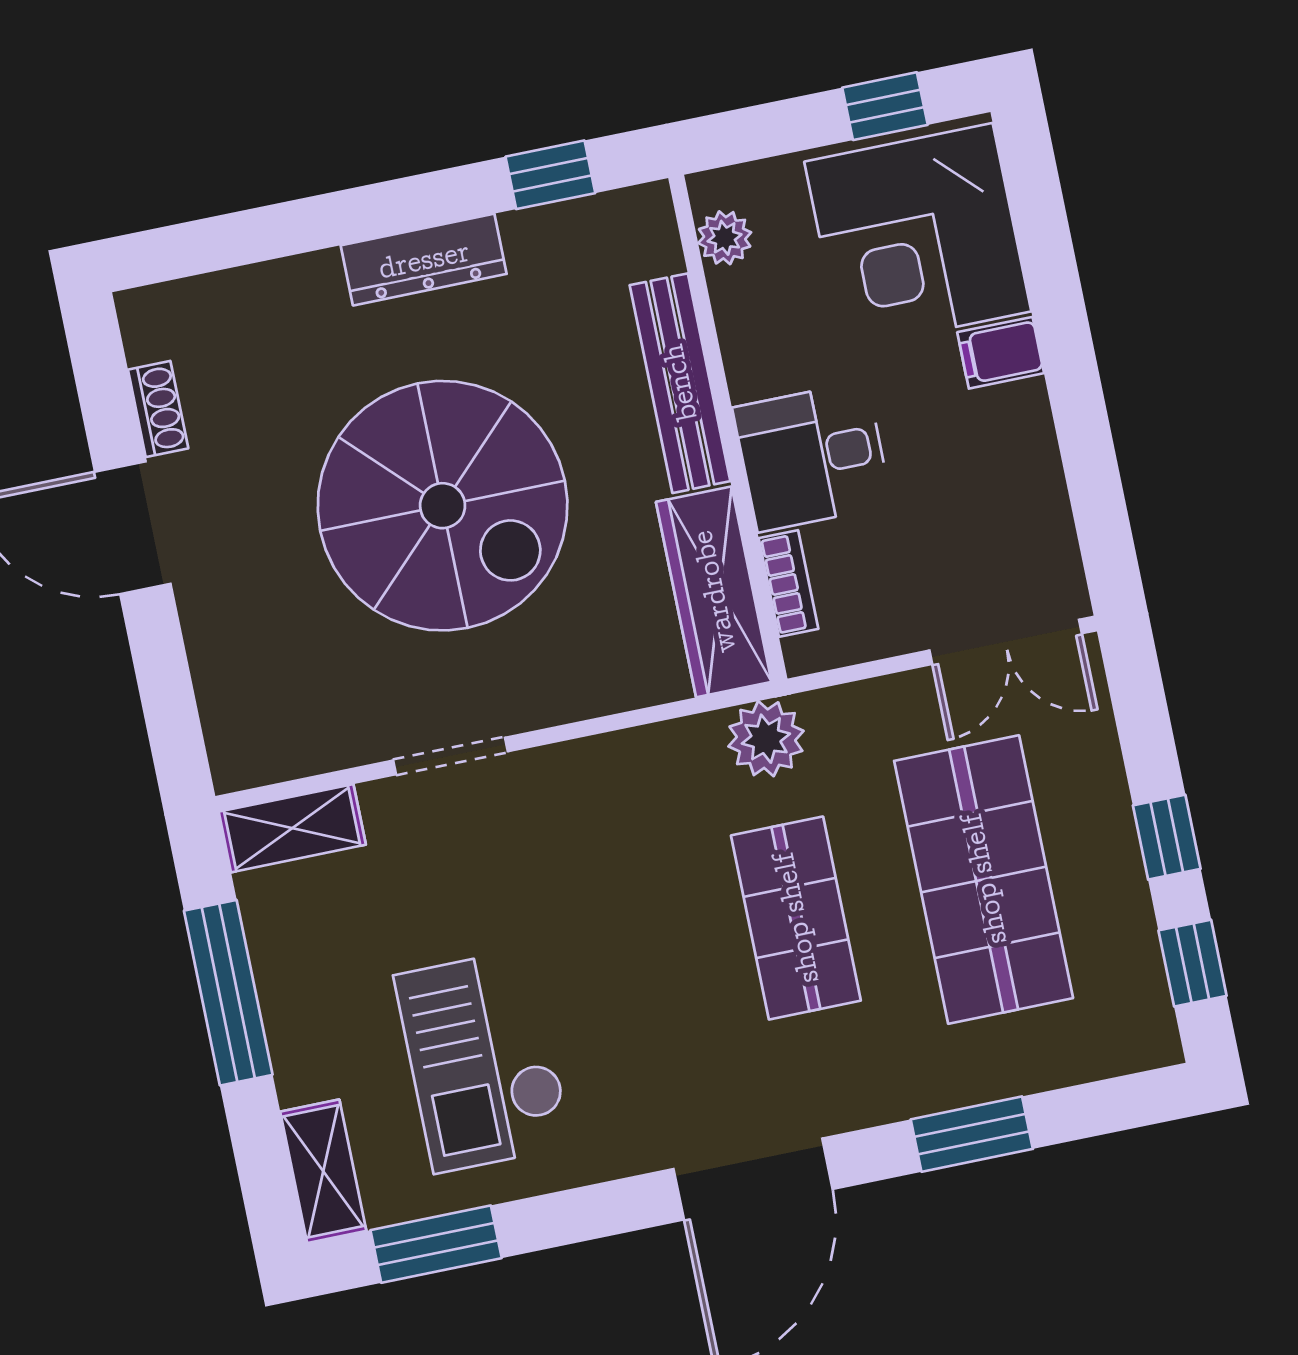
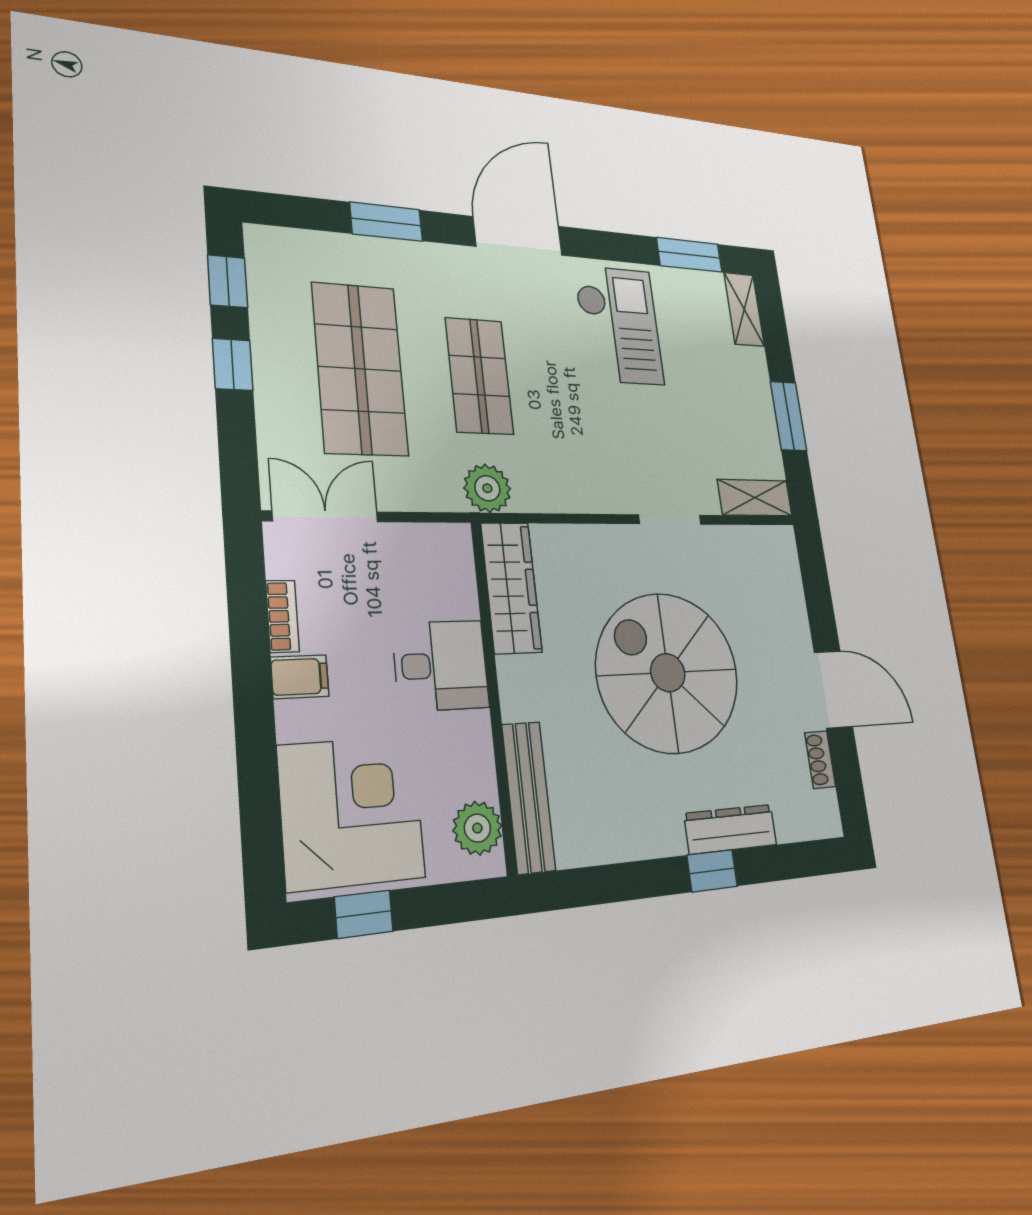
window: (550, 175) -> (712, 871), moved
plant: (725, 238) -> (477, 828), width x1.38, depth x1.38
dresser: (424, 260) -> (731, 829), moved
filing cabinet: (1001, 353) -> (300, 677), moved
bench: (680, 383) -> (529, 797), moved
bookcase: (788, 583) -> (282, 616), moved, turned 180
window: (228, 993) -> (788, 416), width x0.69
checkout: (483, 1061) -> (619, 325), moved

